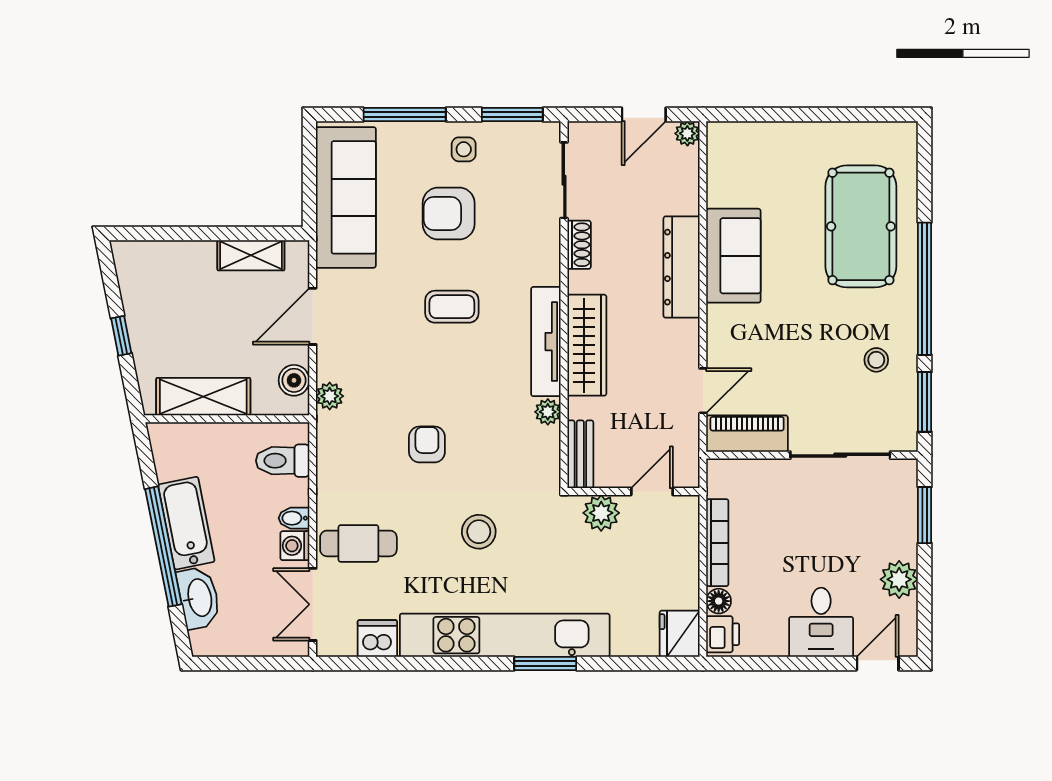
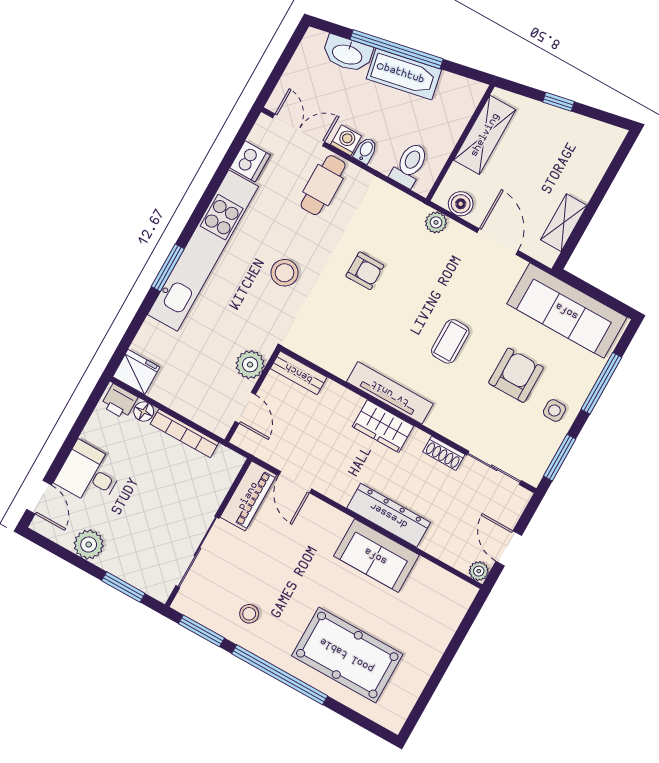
wardrobe: (587, 345) -> (383, 426), width x0.67
plant: (548, 412) -> (341, 367), removed

